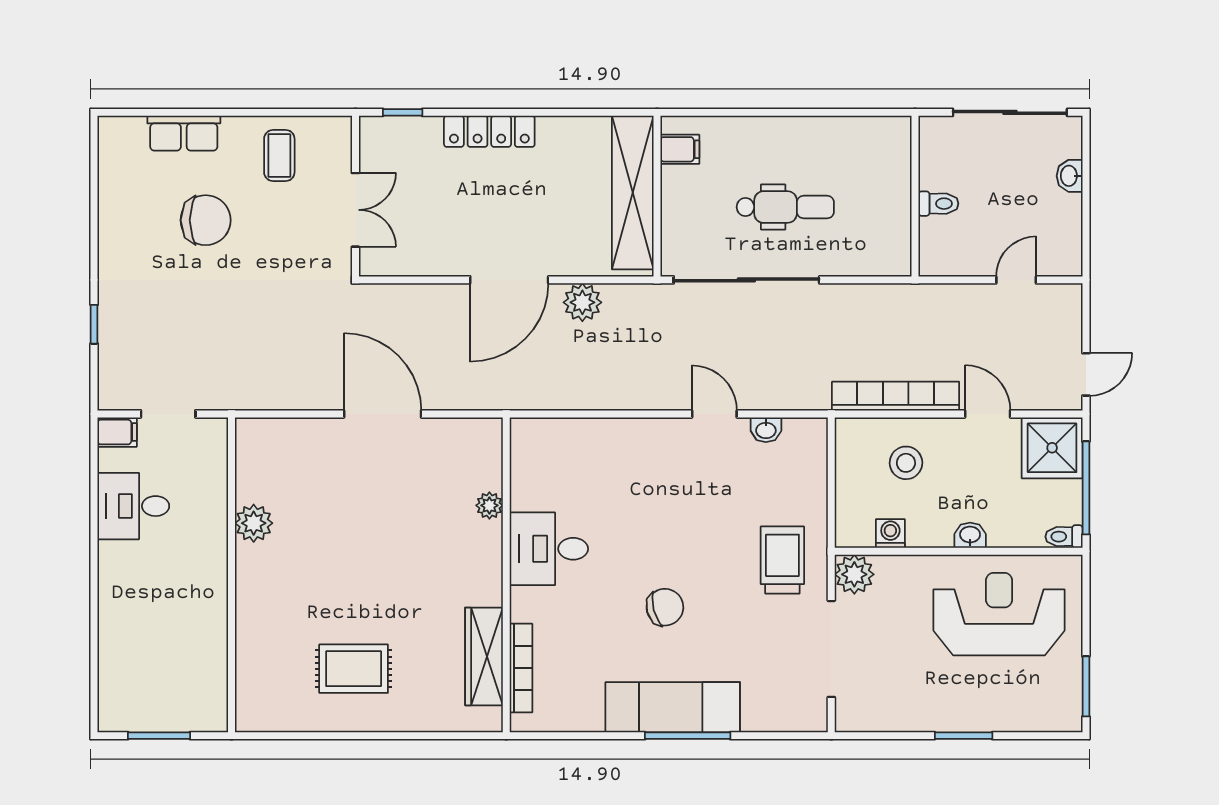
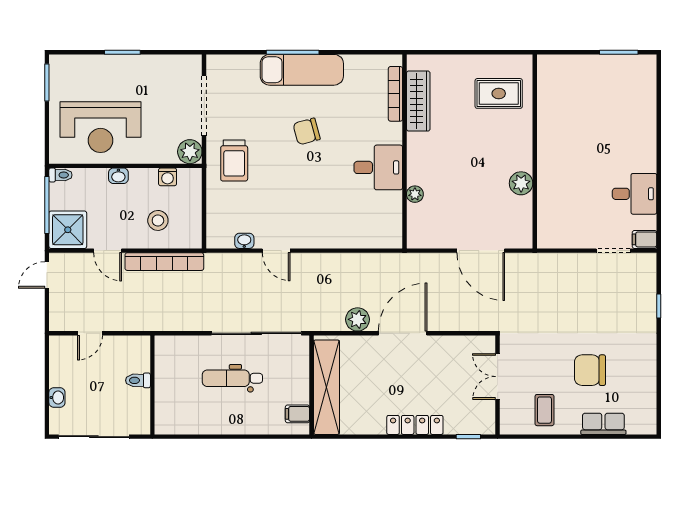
plant: (254, 523) -> (521, 183), moved
wall: (231, 575) -> (535, 151), moved

